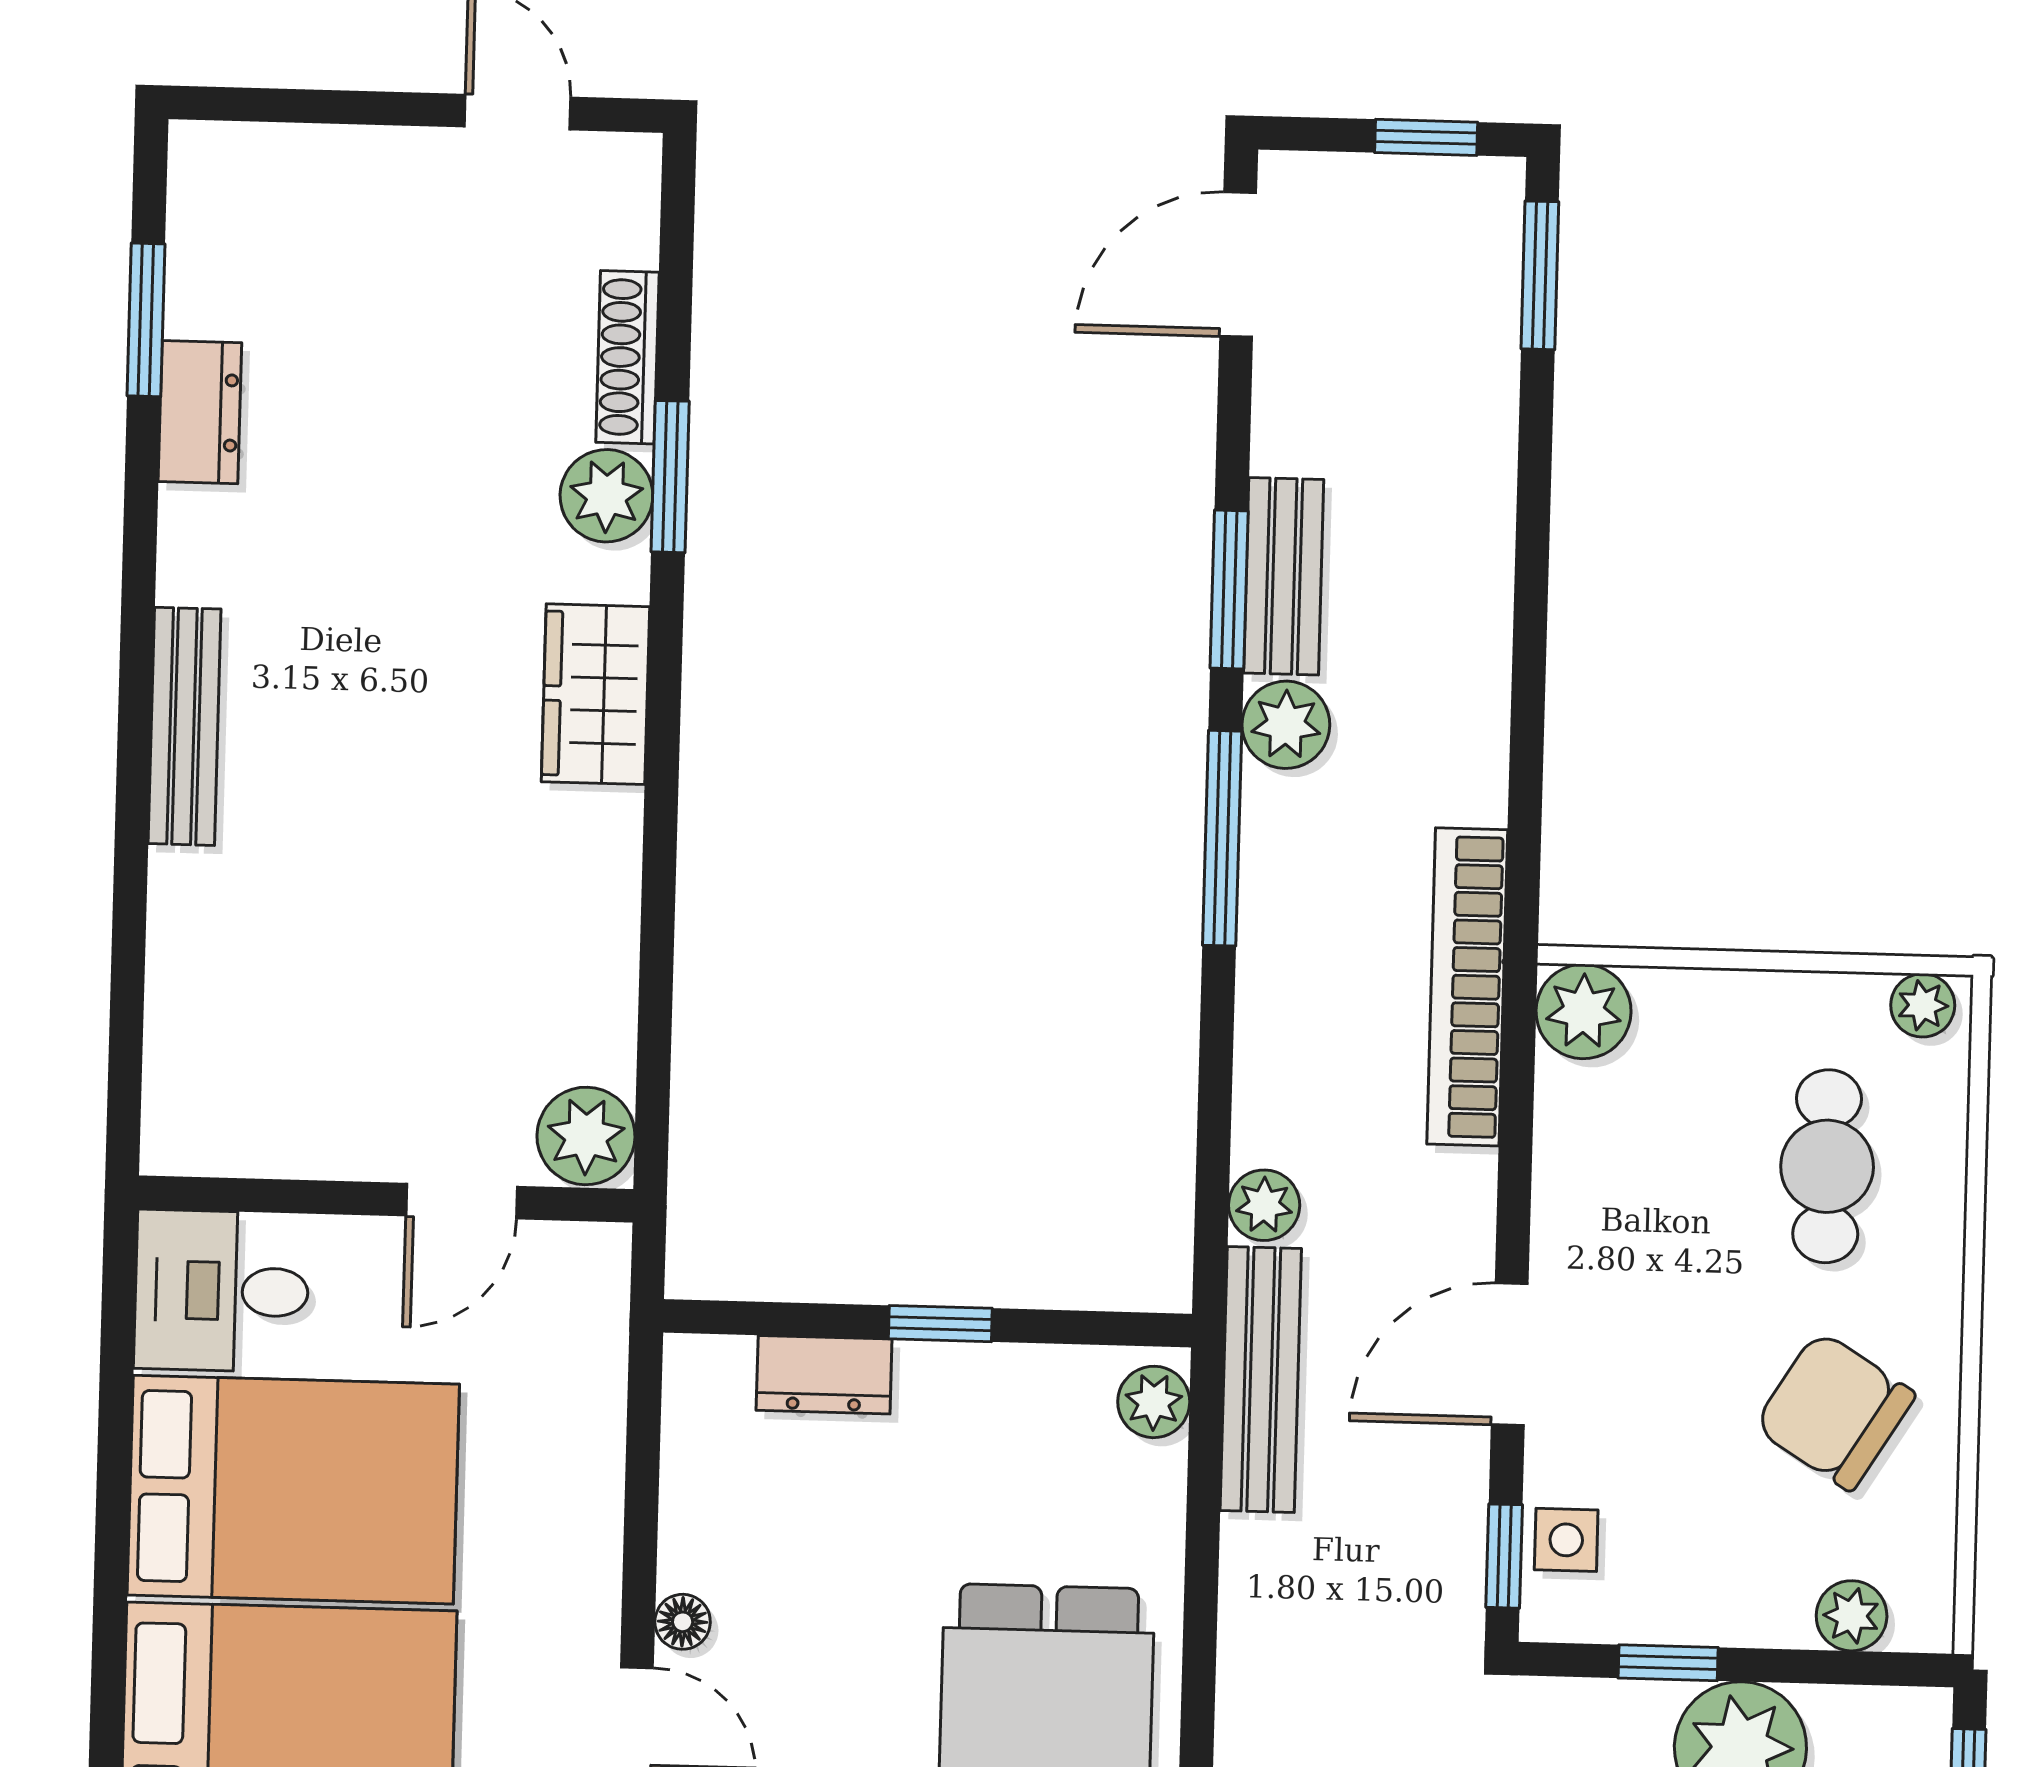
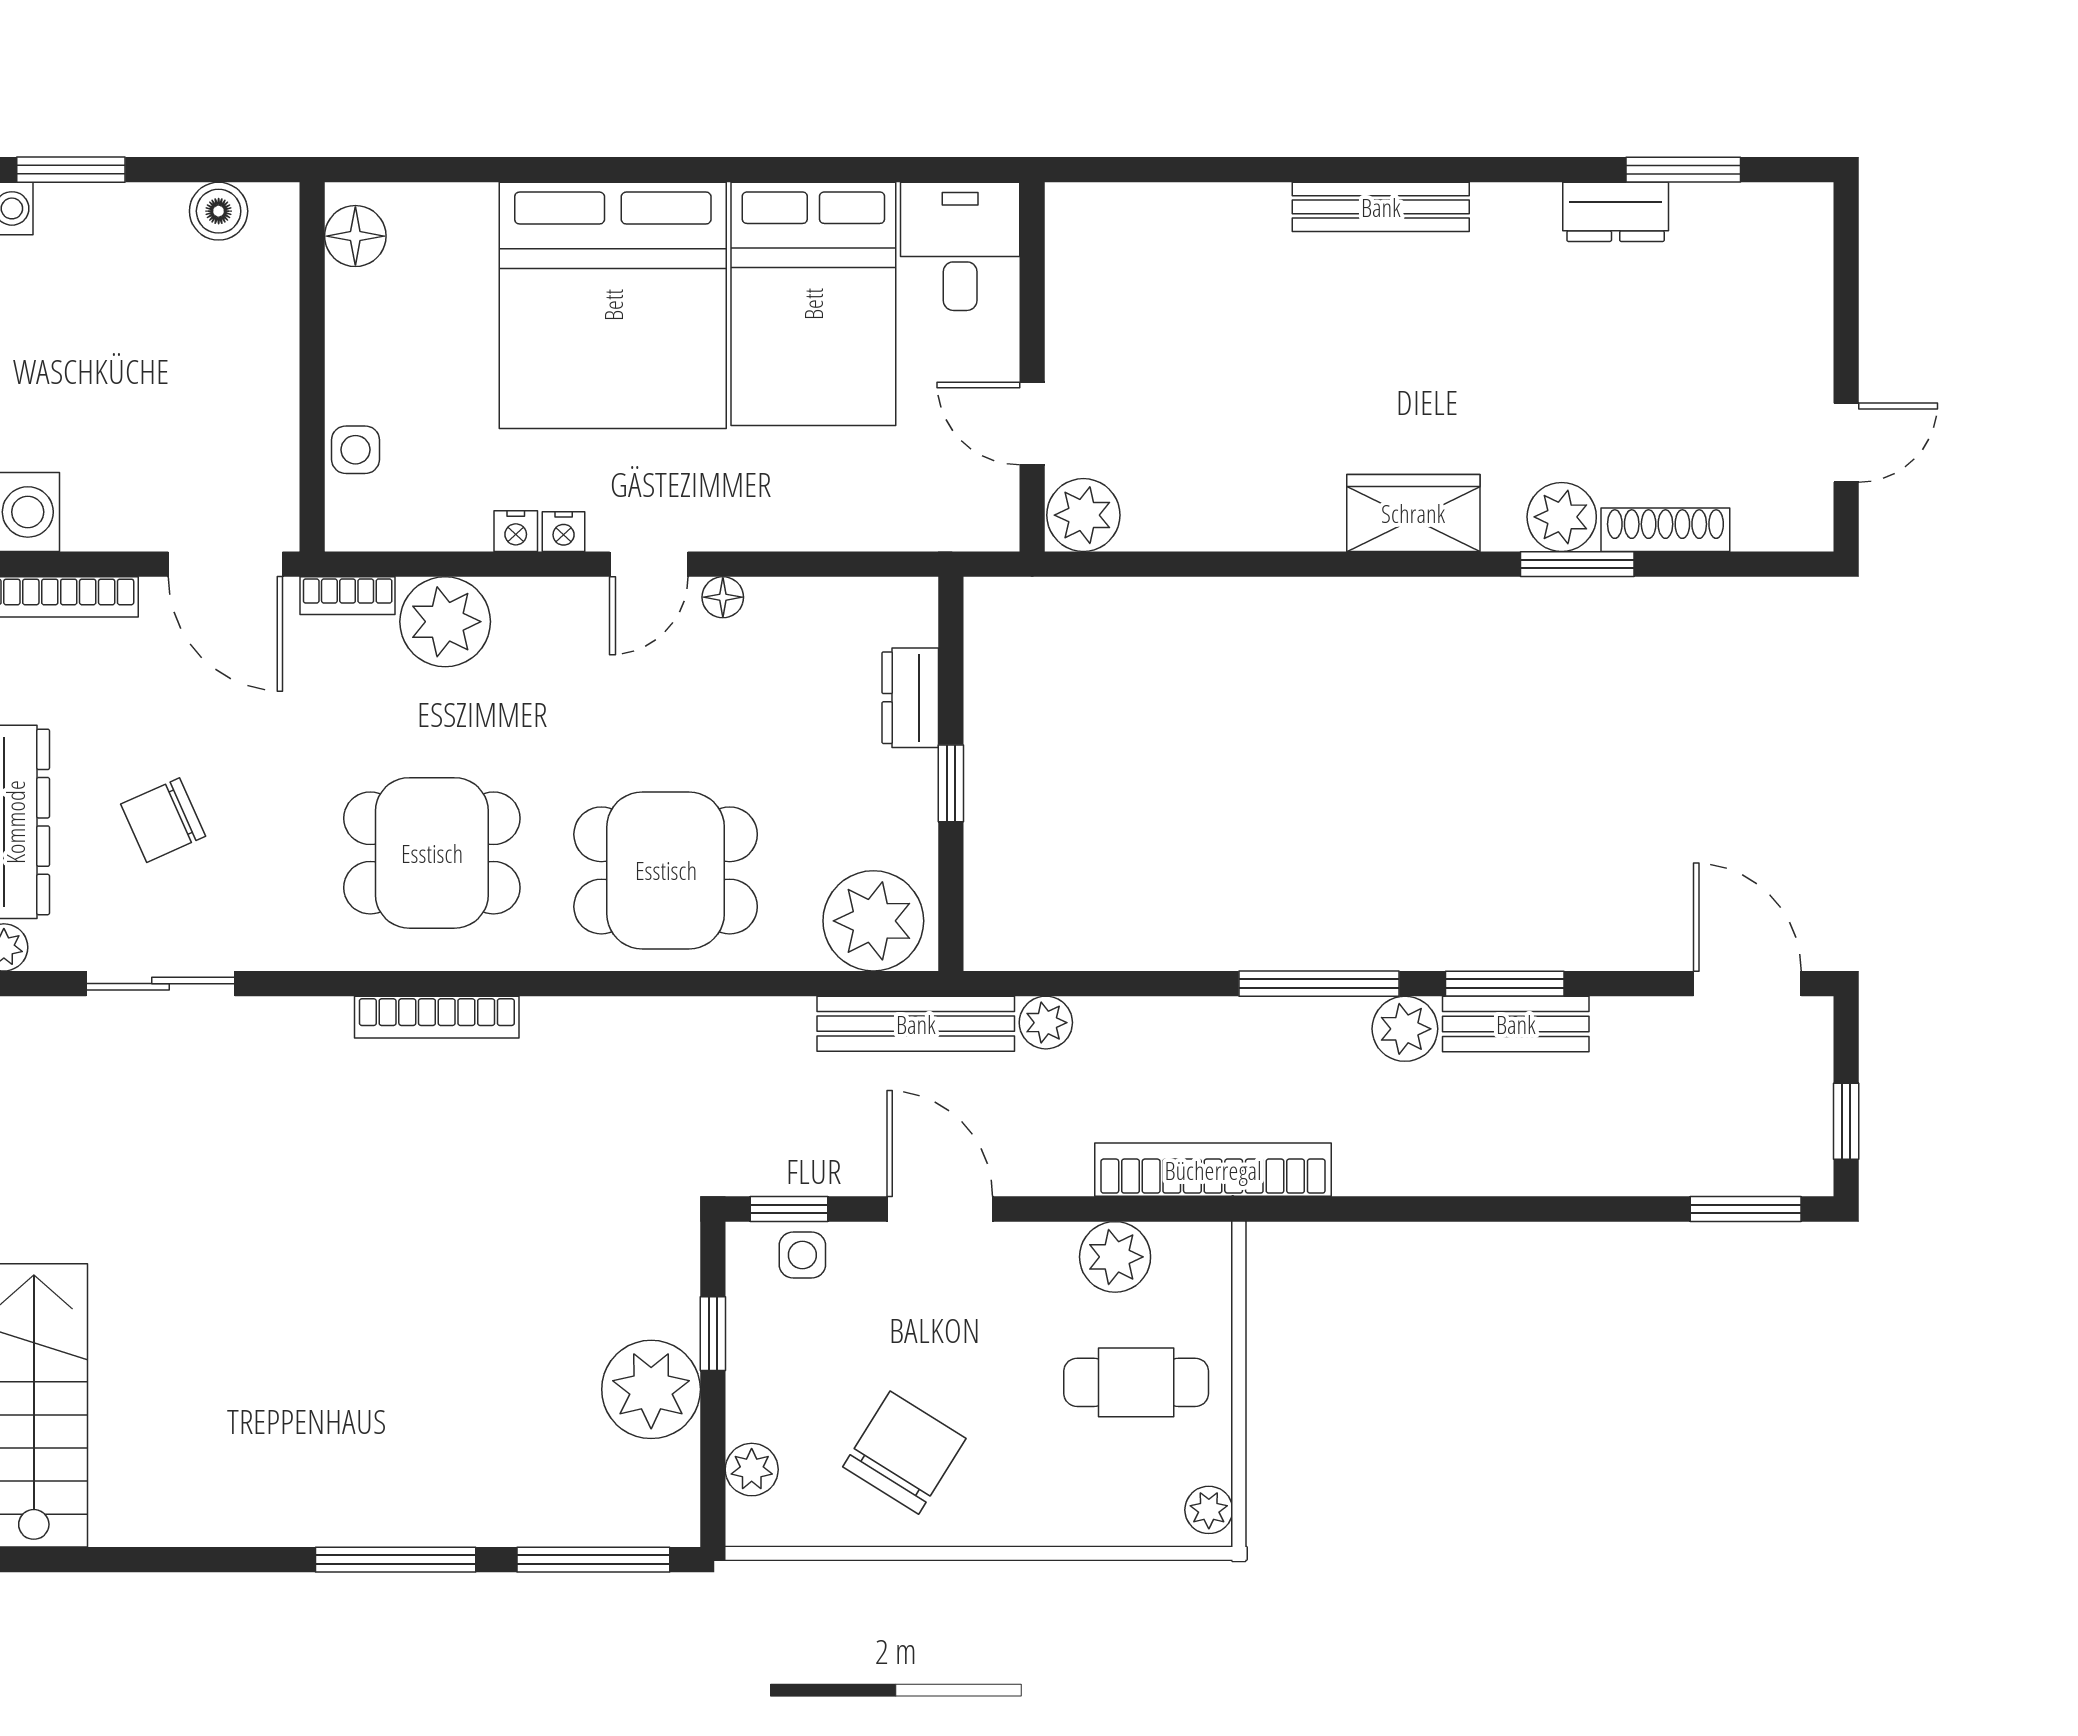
plant: (1584, 1011) -> (1115, 1257), moved
cafe table: (1827, 1166) -> (1136, 1382), moved
plant: (1154, 1402) -> (873, 921), width x1.87, depth x1.87

